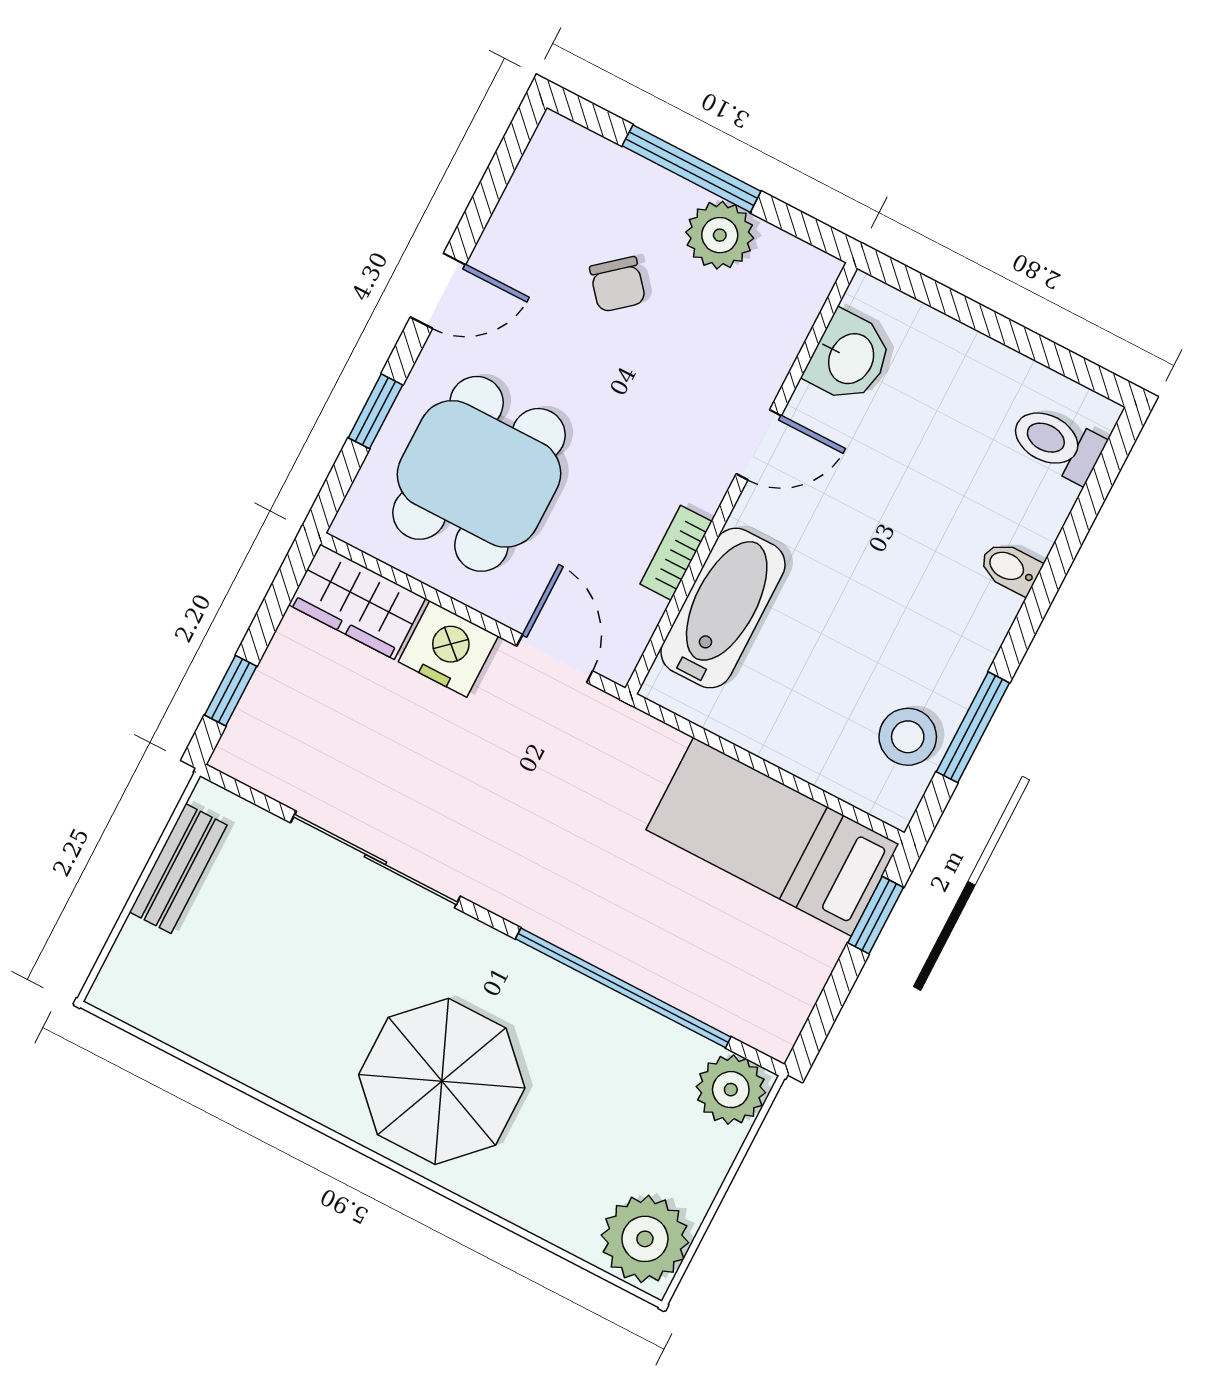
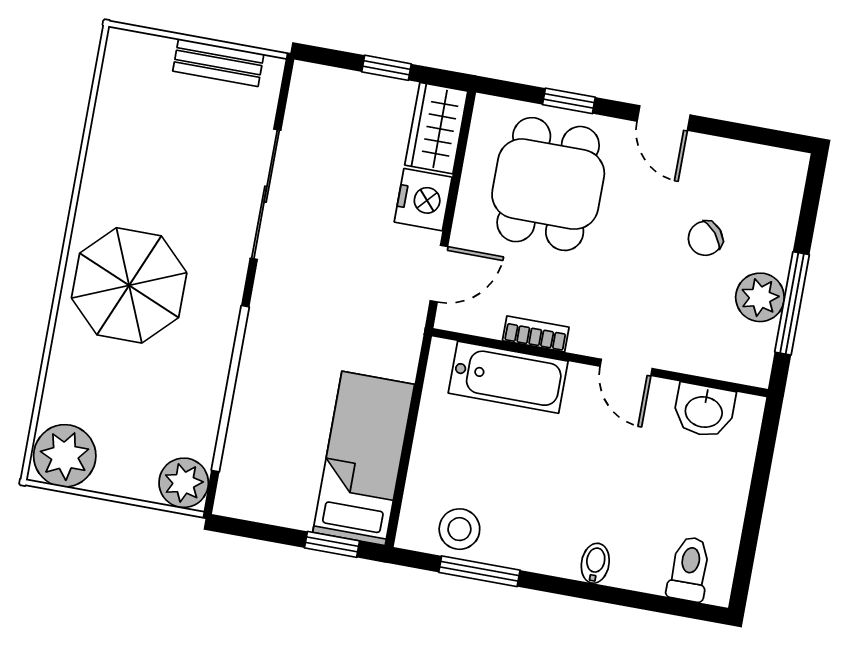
window: (692, 169) -> (792, 303), moved
dining table: (479, 474) -> (548, 184), turned 90
window: (231, 691) -> (387, 68), moved

